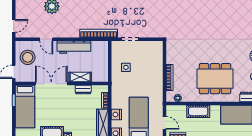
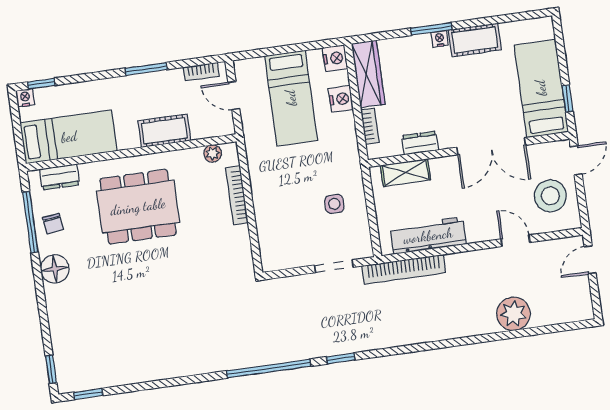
workbench: (74, 47) -> (428, 236), moved
shelving: (80, 77) -> (405, 173), moved

